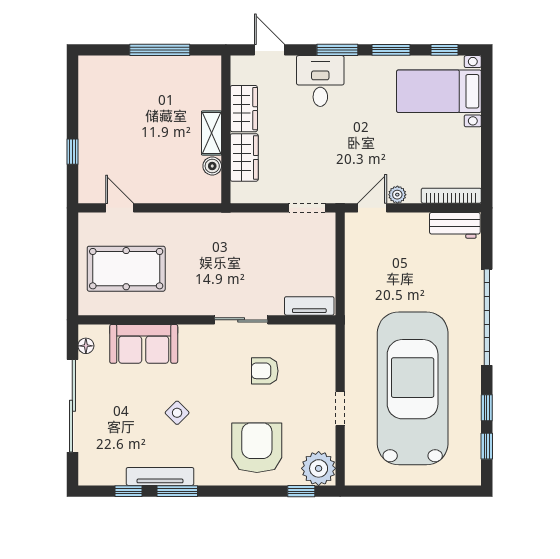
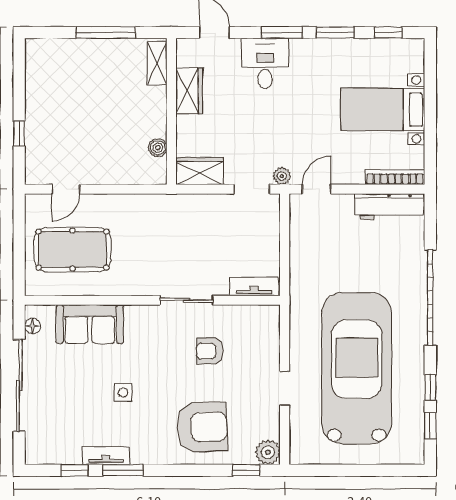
bed with nightstands: (439, 91) -> (383, 110), moved
shelving: (212, 133) -> (157, 63), moved
wardrobe: (244, 157) -> (199, 171), moved, turned -90
plant: (397, 195) -> (282, 176), moved
door: (120, 208) -> (66, 189), swing flipped
workbench: (455, 225) -> (389, 207), width x1.38
side table: (177, 413) -> (123, 392), turned 45
armchair: (257, 448) -> (202, 427), turned 88
plant: (319, 468) -> (268, 452), width x0.73, depth x0.73
tv unit: (160, 476) -> (106, 456), width x0.71

